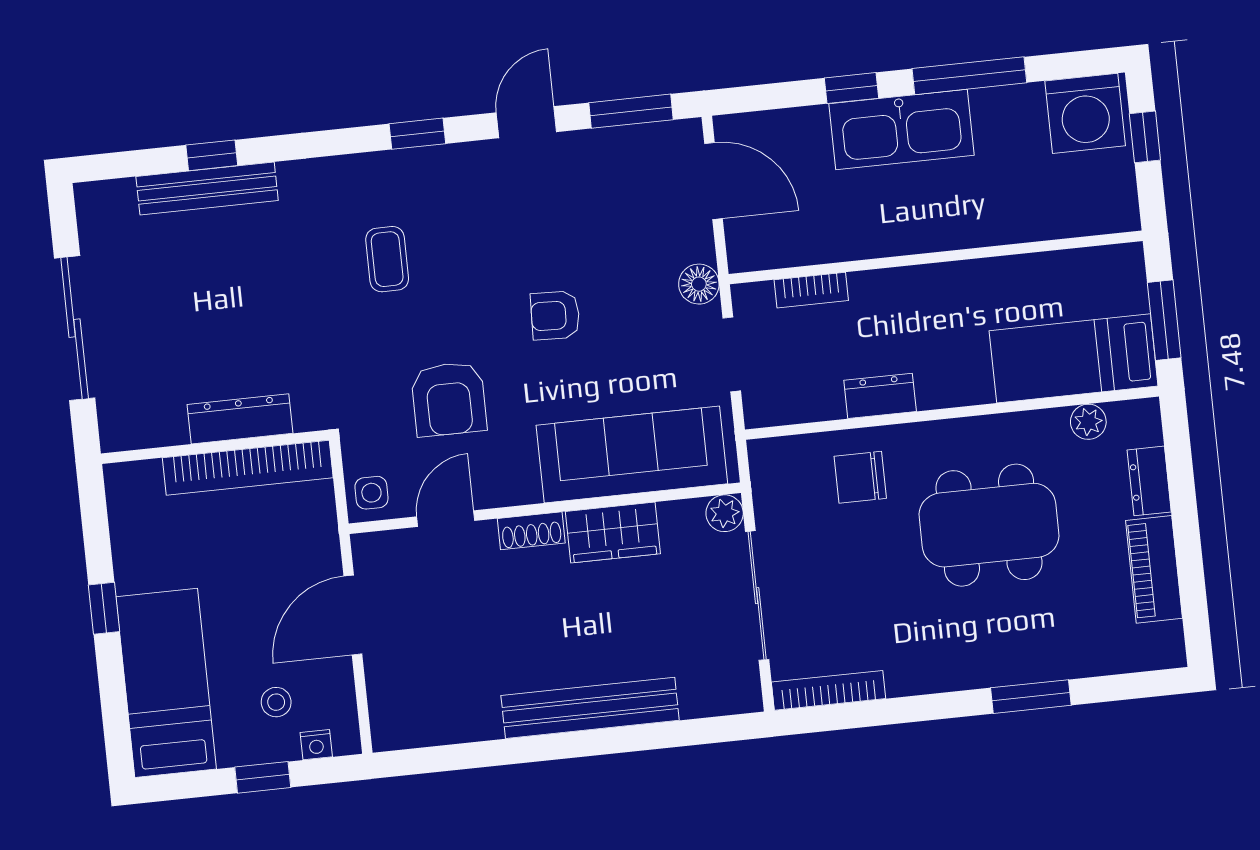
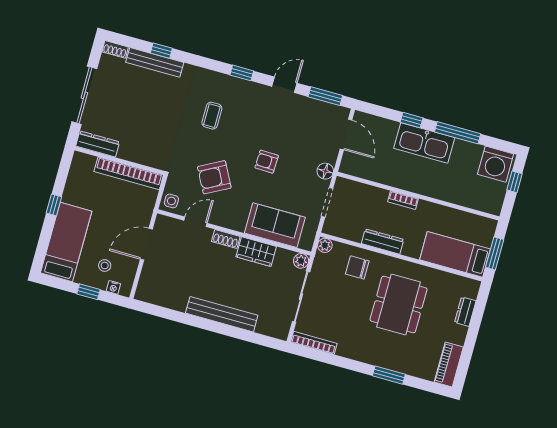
shoe rack: (104, 194) -> (115, 49), added
bookcase: (811, 290) -> (403, 200), moved
dresser: (880, 396) -> (383, 241), width x1.44
armchair: (449, 399) -> (214, 177), turned 62
dresser: (240, 419) -> (98, 144), moved
plant: (1088, 422) -> (325, 245), moved
sofa: (632, 454) -> (275, 225), width x0.73
dining table: (989, 525) -> (399, 304), turned 90
piano: (1154, 569) -> (449, 365), moved

